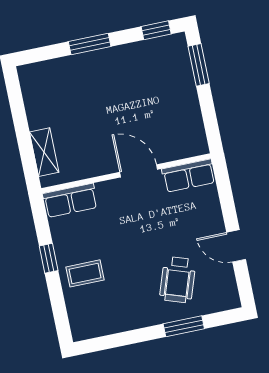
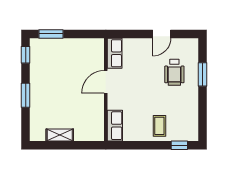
shelving: (44, 152) -> (60, 135), moved
window: (49, 258) -> (179, 145), moved
wheelchair: (178, 280) -> (174, 72), turned 71

